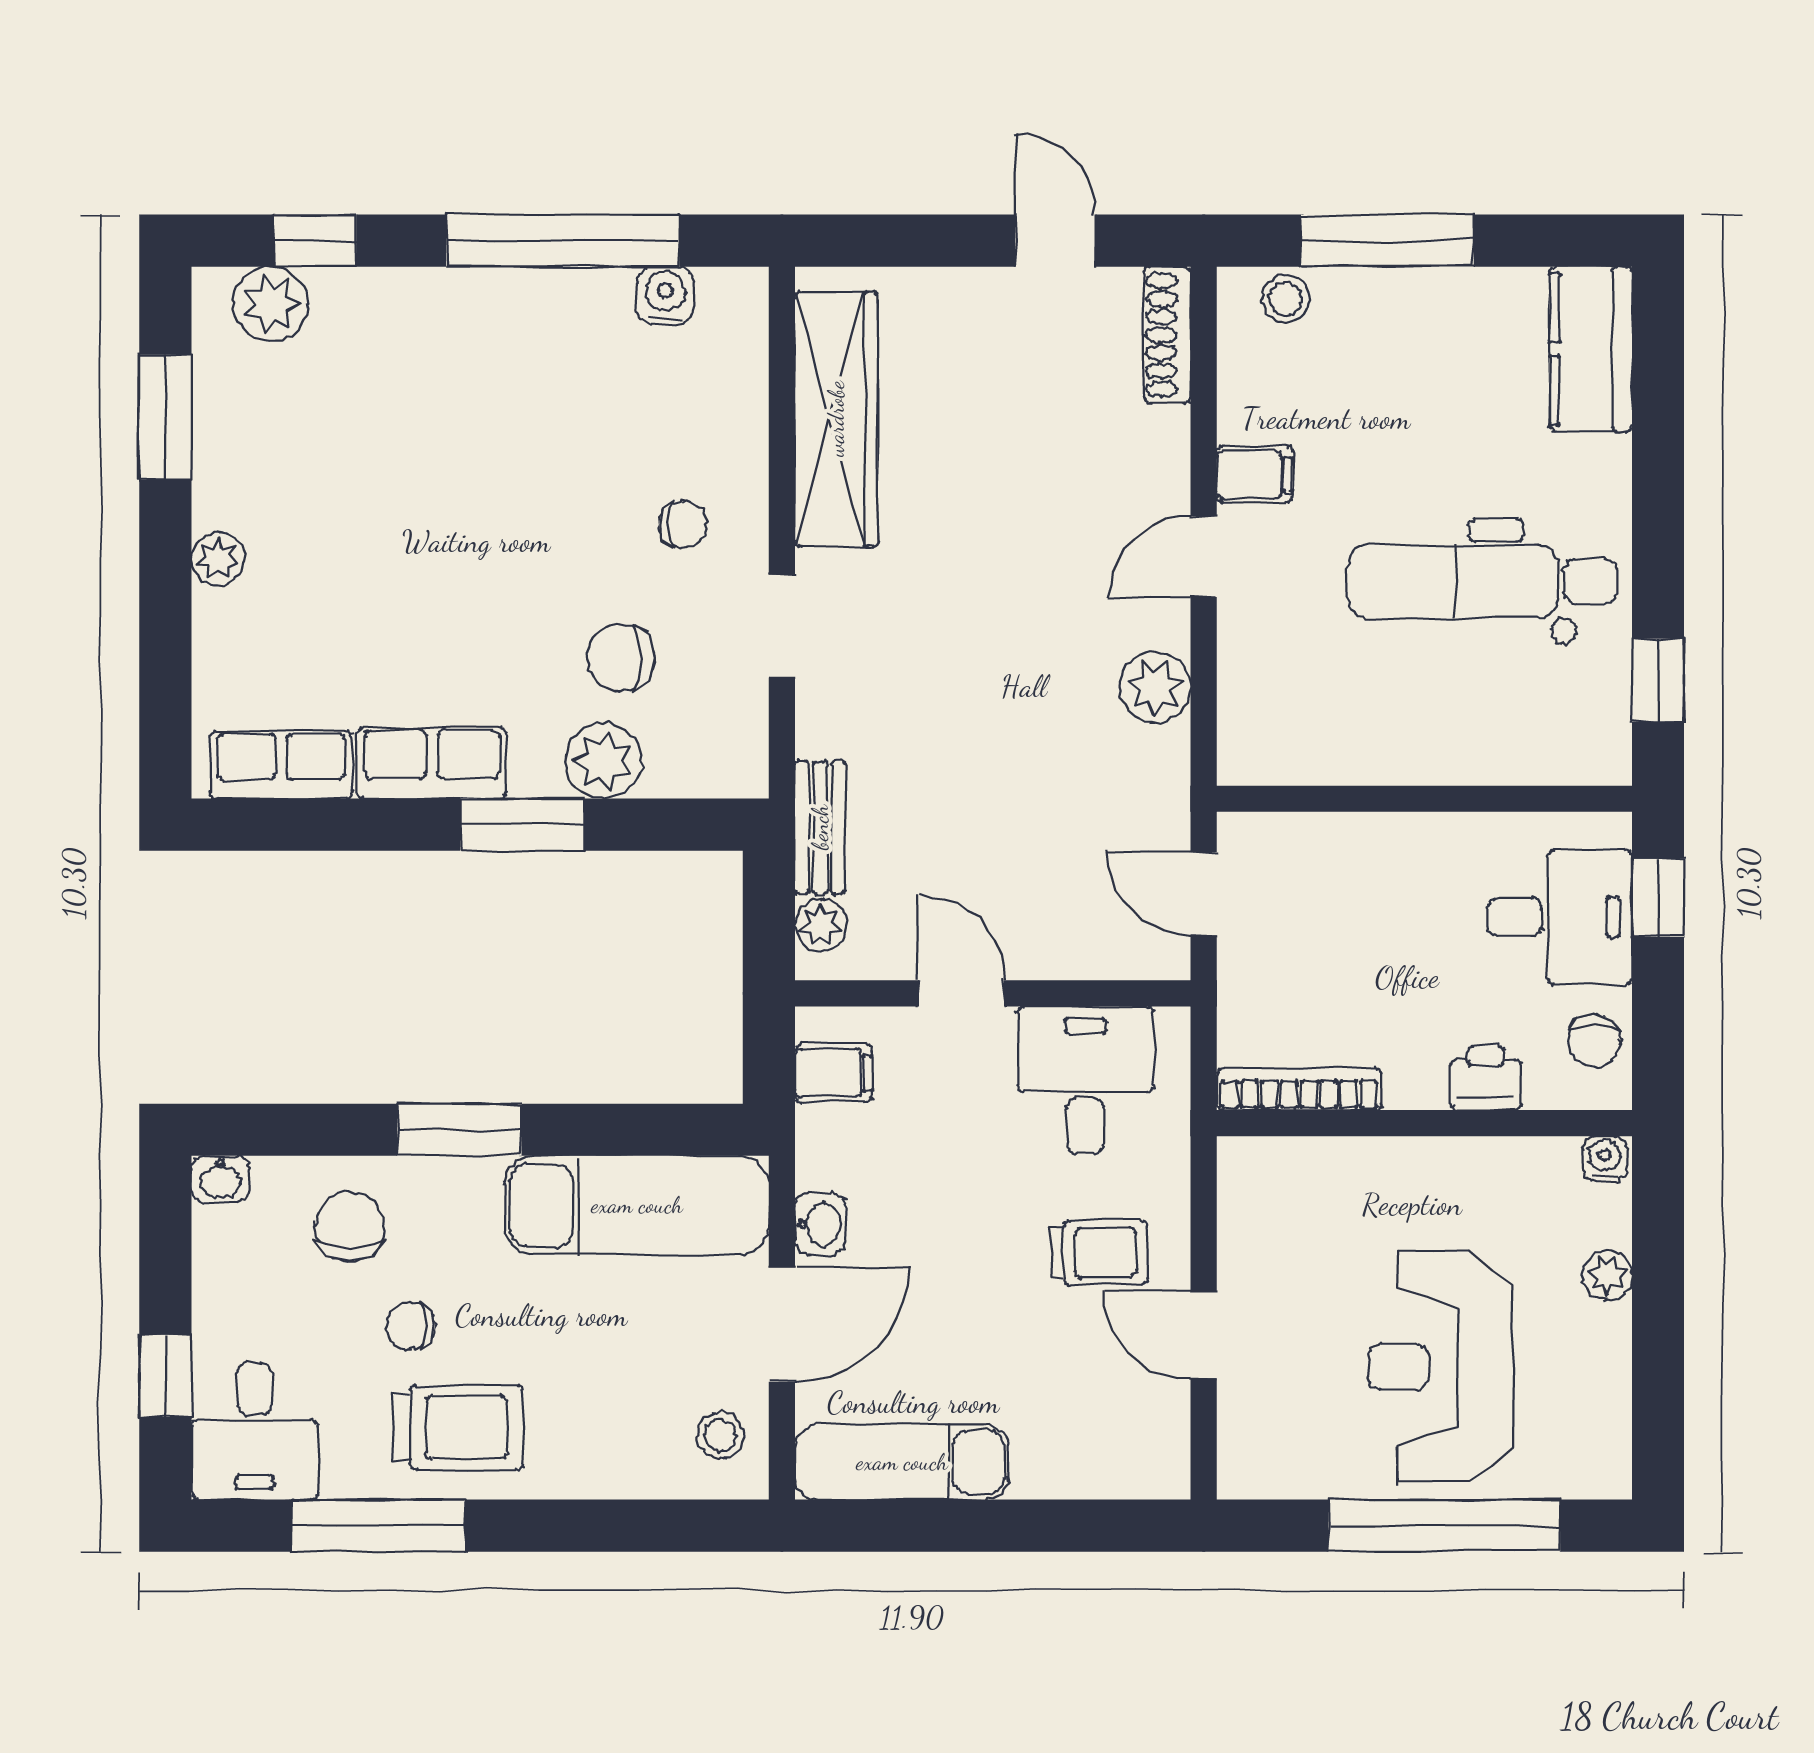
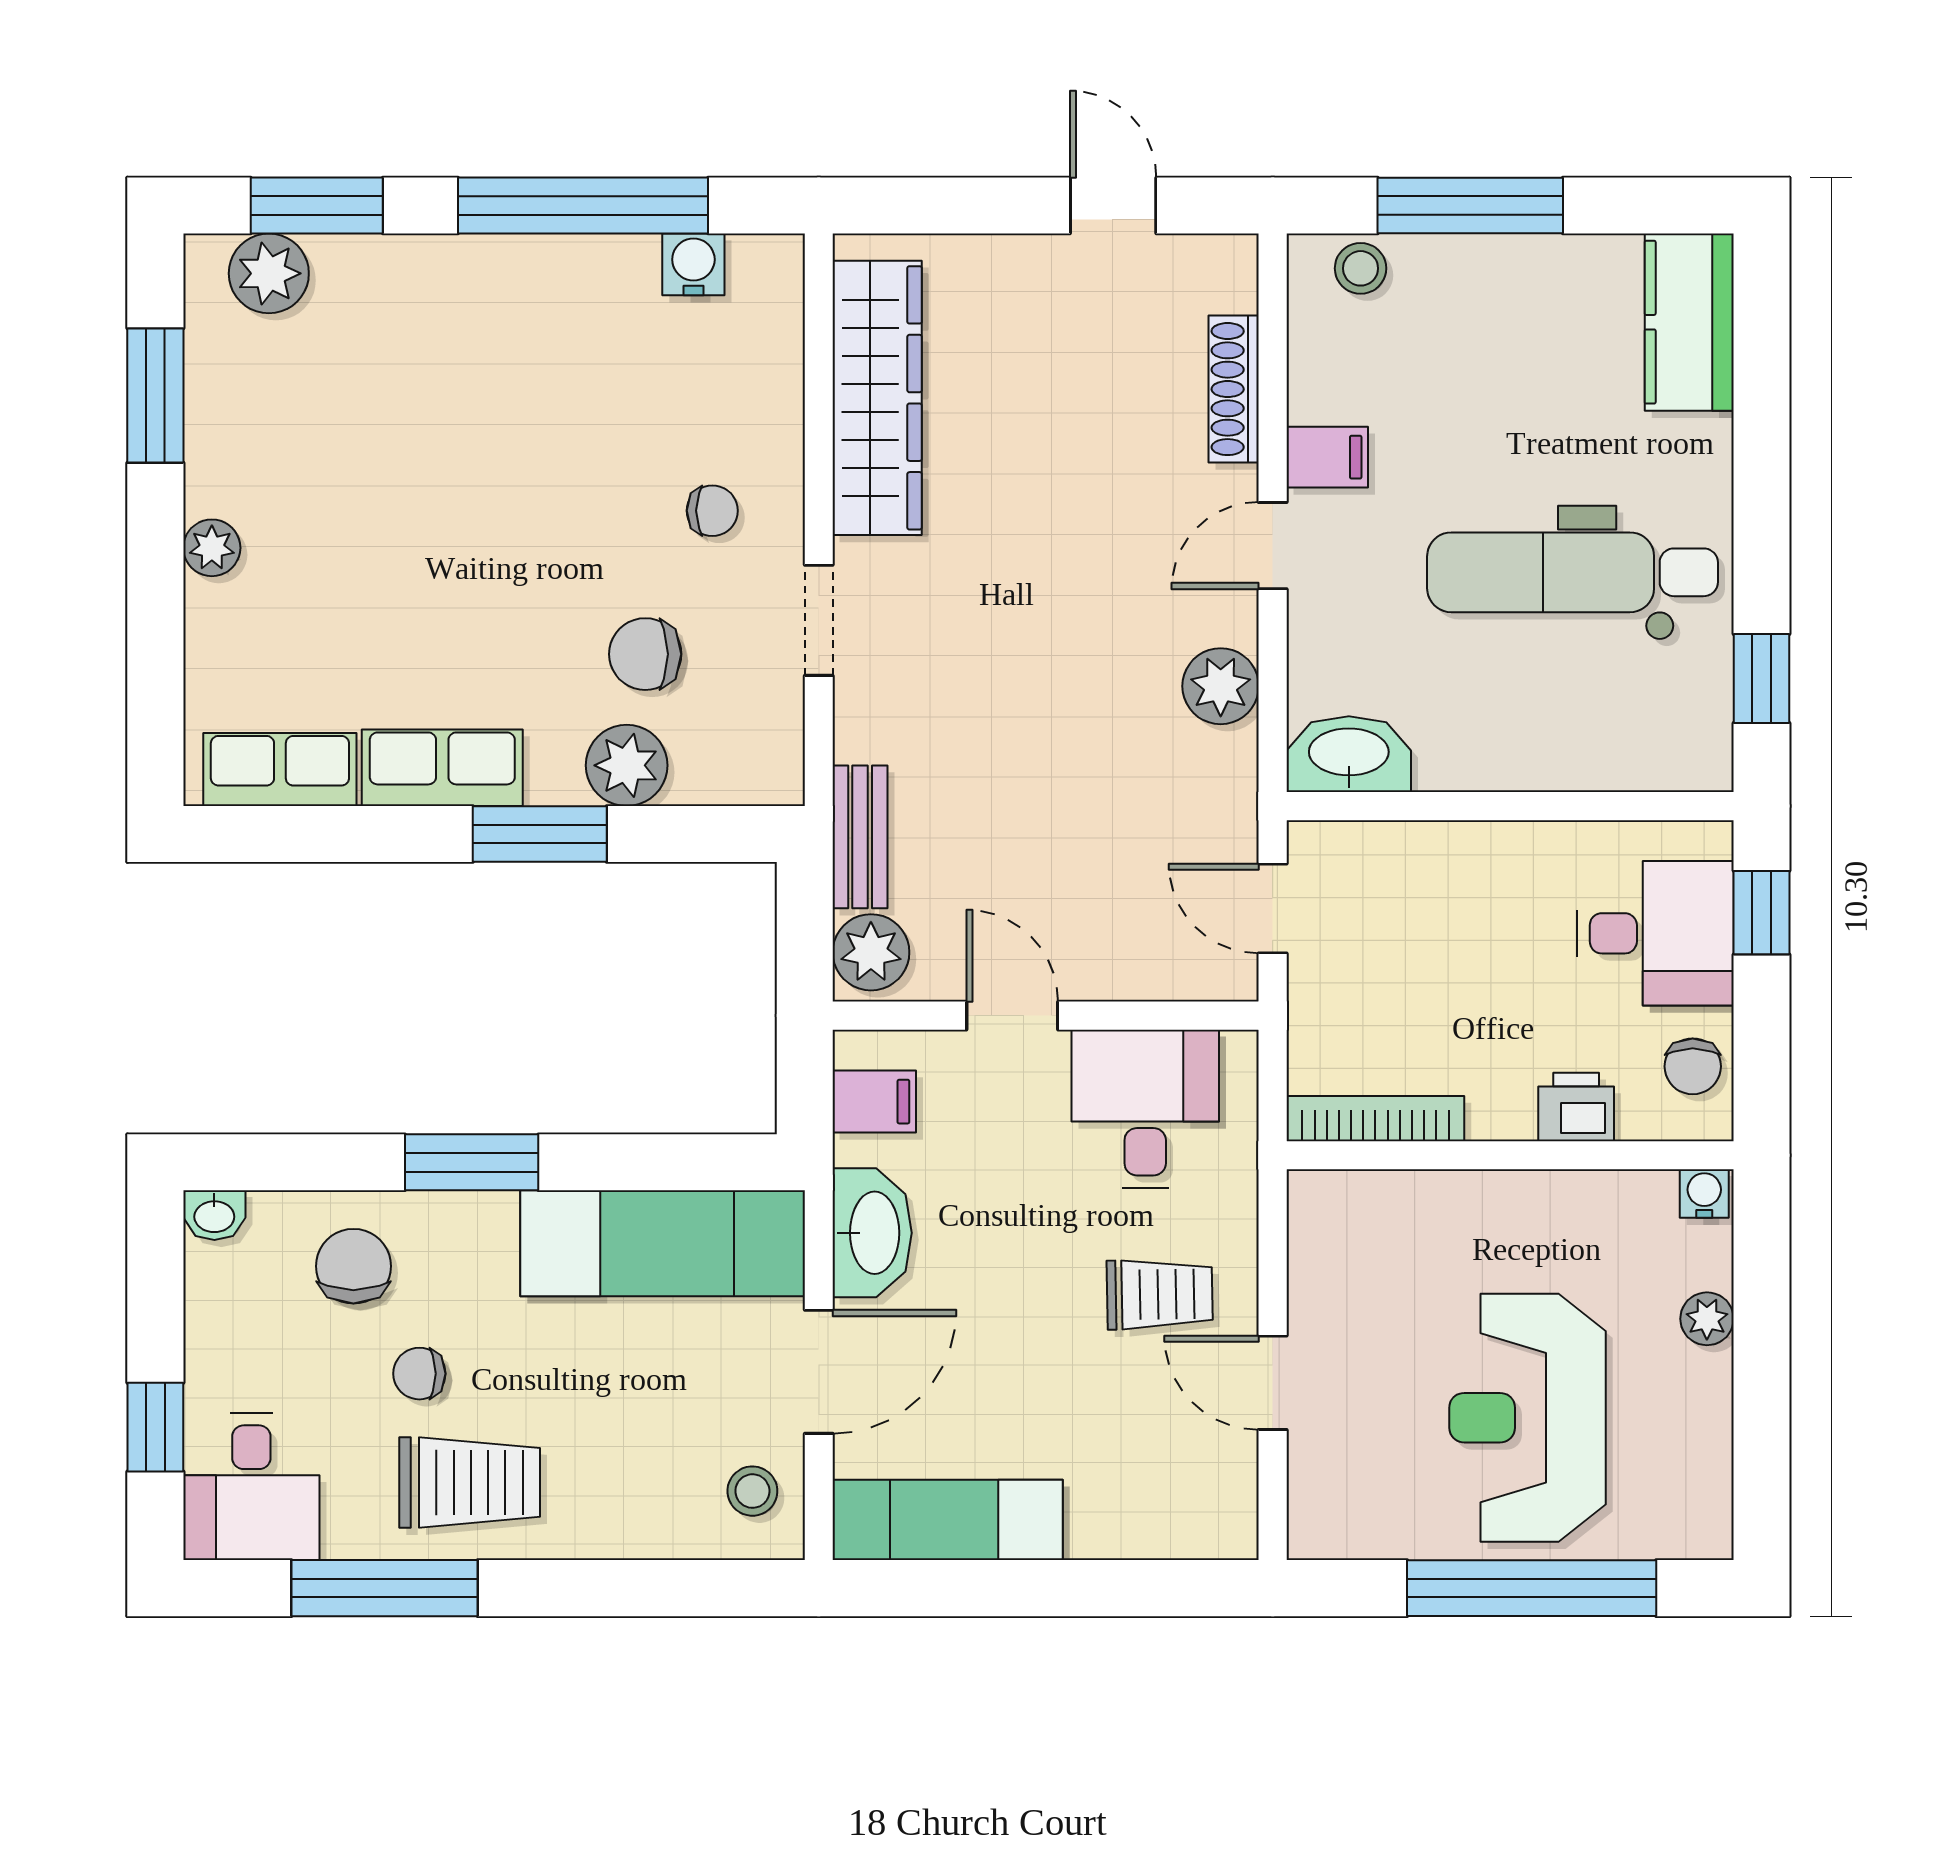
window: (315, 241) -> (317, 206), width x1.50
shoe rack: (1167, 335) -> (1234, 389), moved
washbasin: (1274, 750) -> (1349, 754), added
plant: (821, 925) -> (871, 952), width x1.38, depth x1.38
washbasin: (820, 1224) -> (872, 1233), width x1.91, depth x1.45

